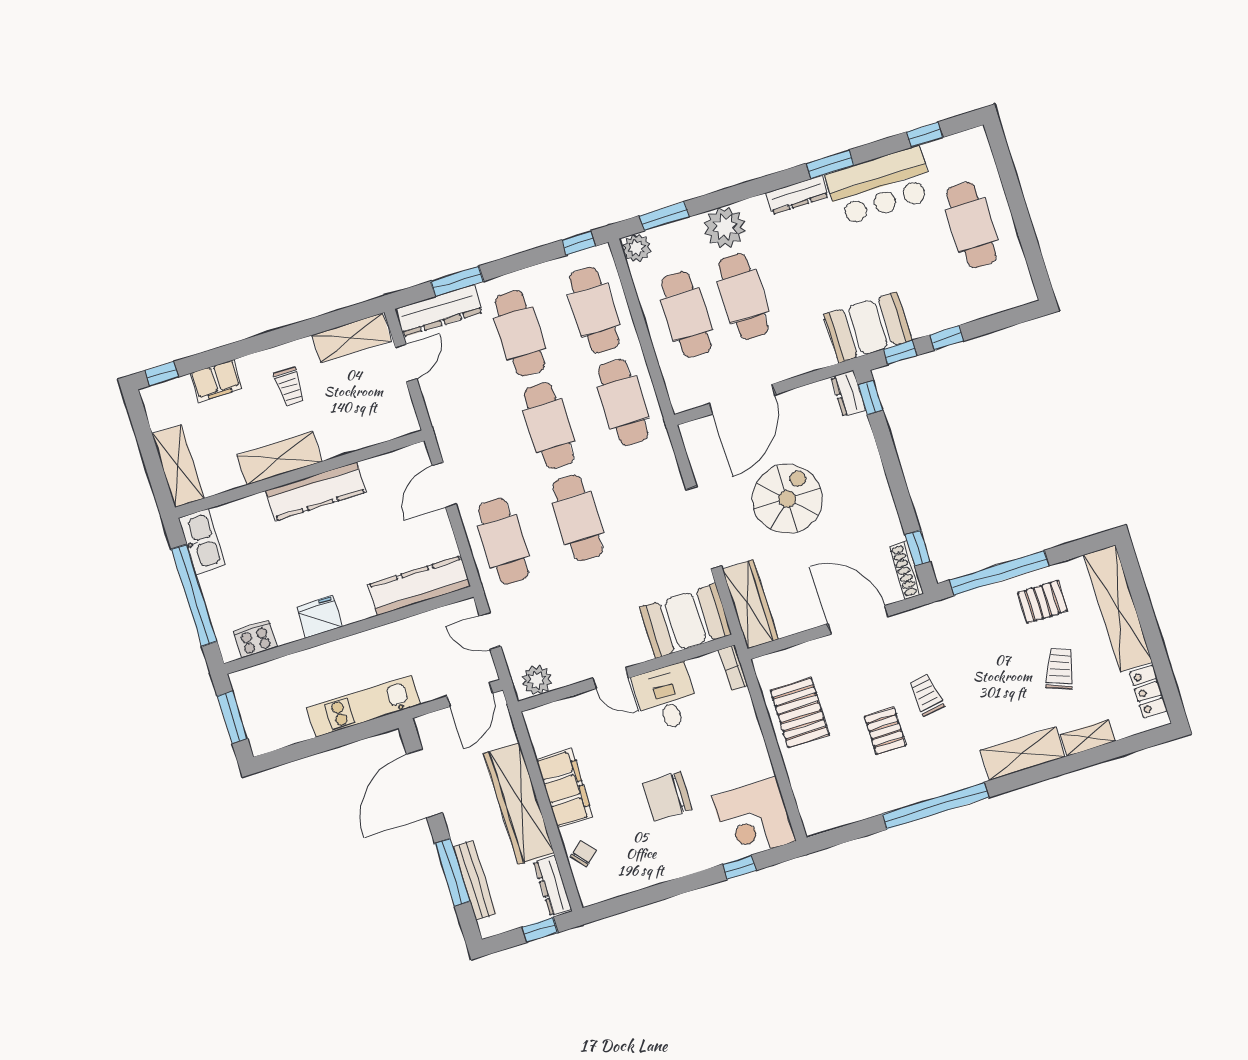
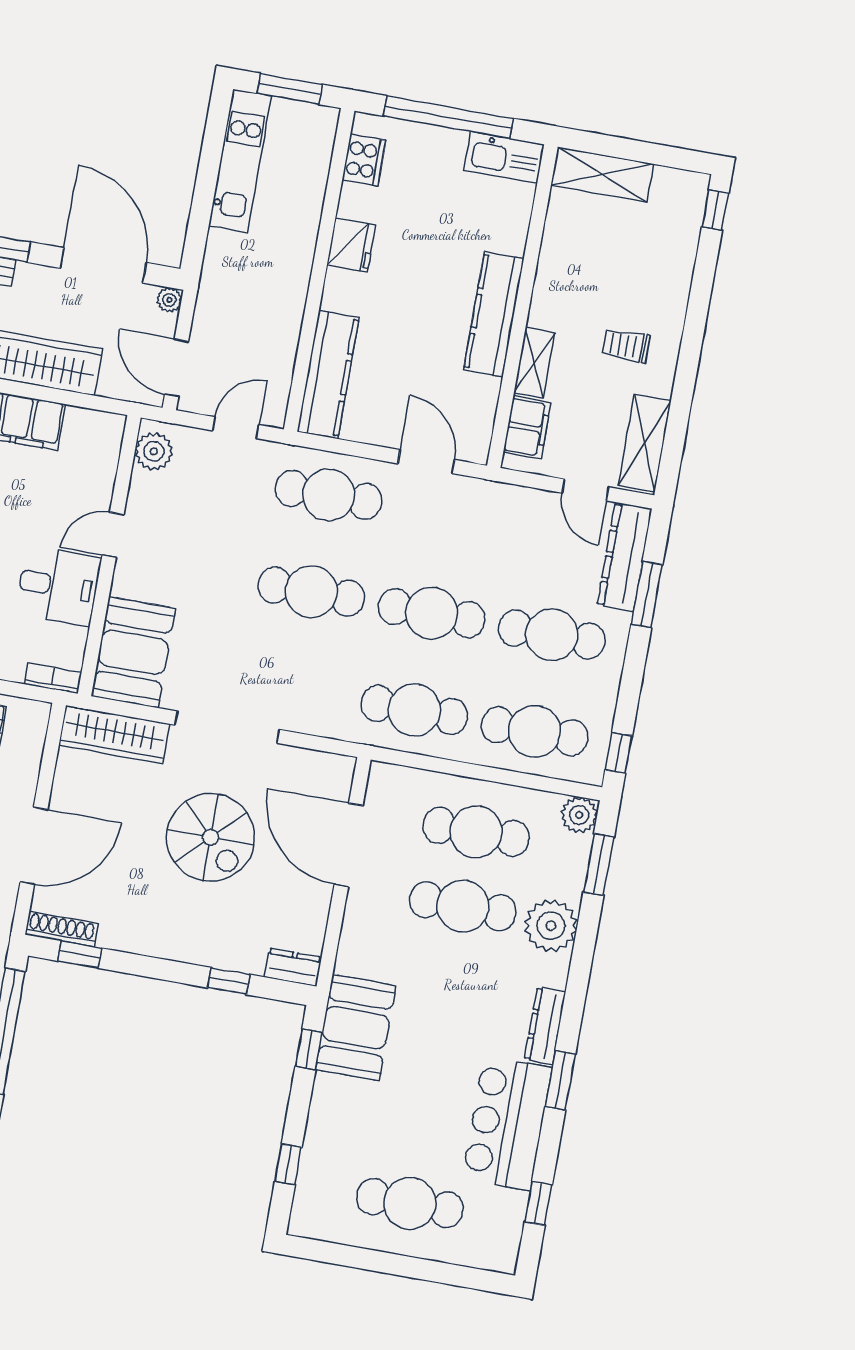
window: (947, 338) -> (288, 1164), moved
filing cabinet: (216, 381) -> (527, 427), moved, turned 180
window: (870, 398) -> (229, 981), moved
shelving: (280, 458) -> (534, 363), moved, width x0.67, depth x0.75
kitchen unit: (364, 706) -> (240, 161), moved
plant: (425, 725) -> (169, 300), added

